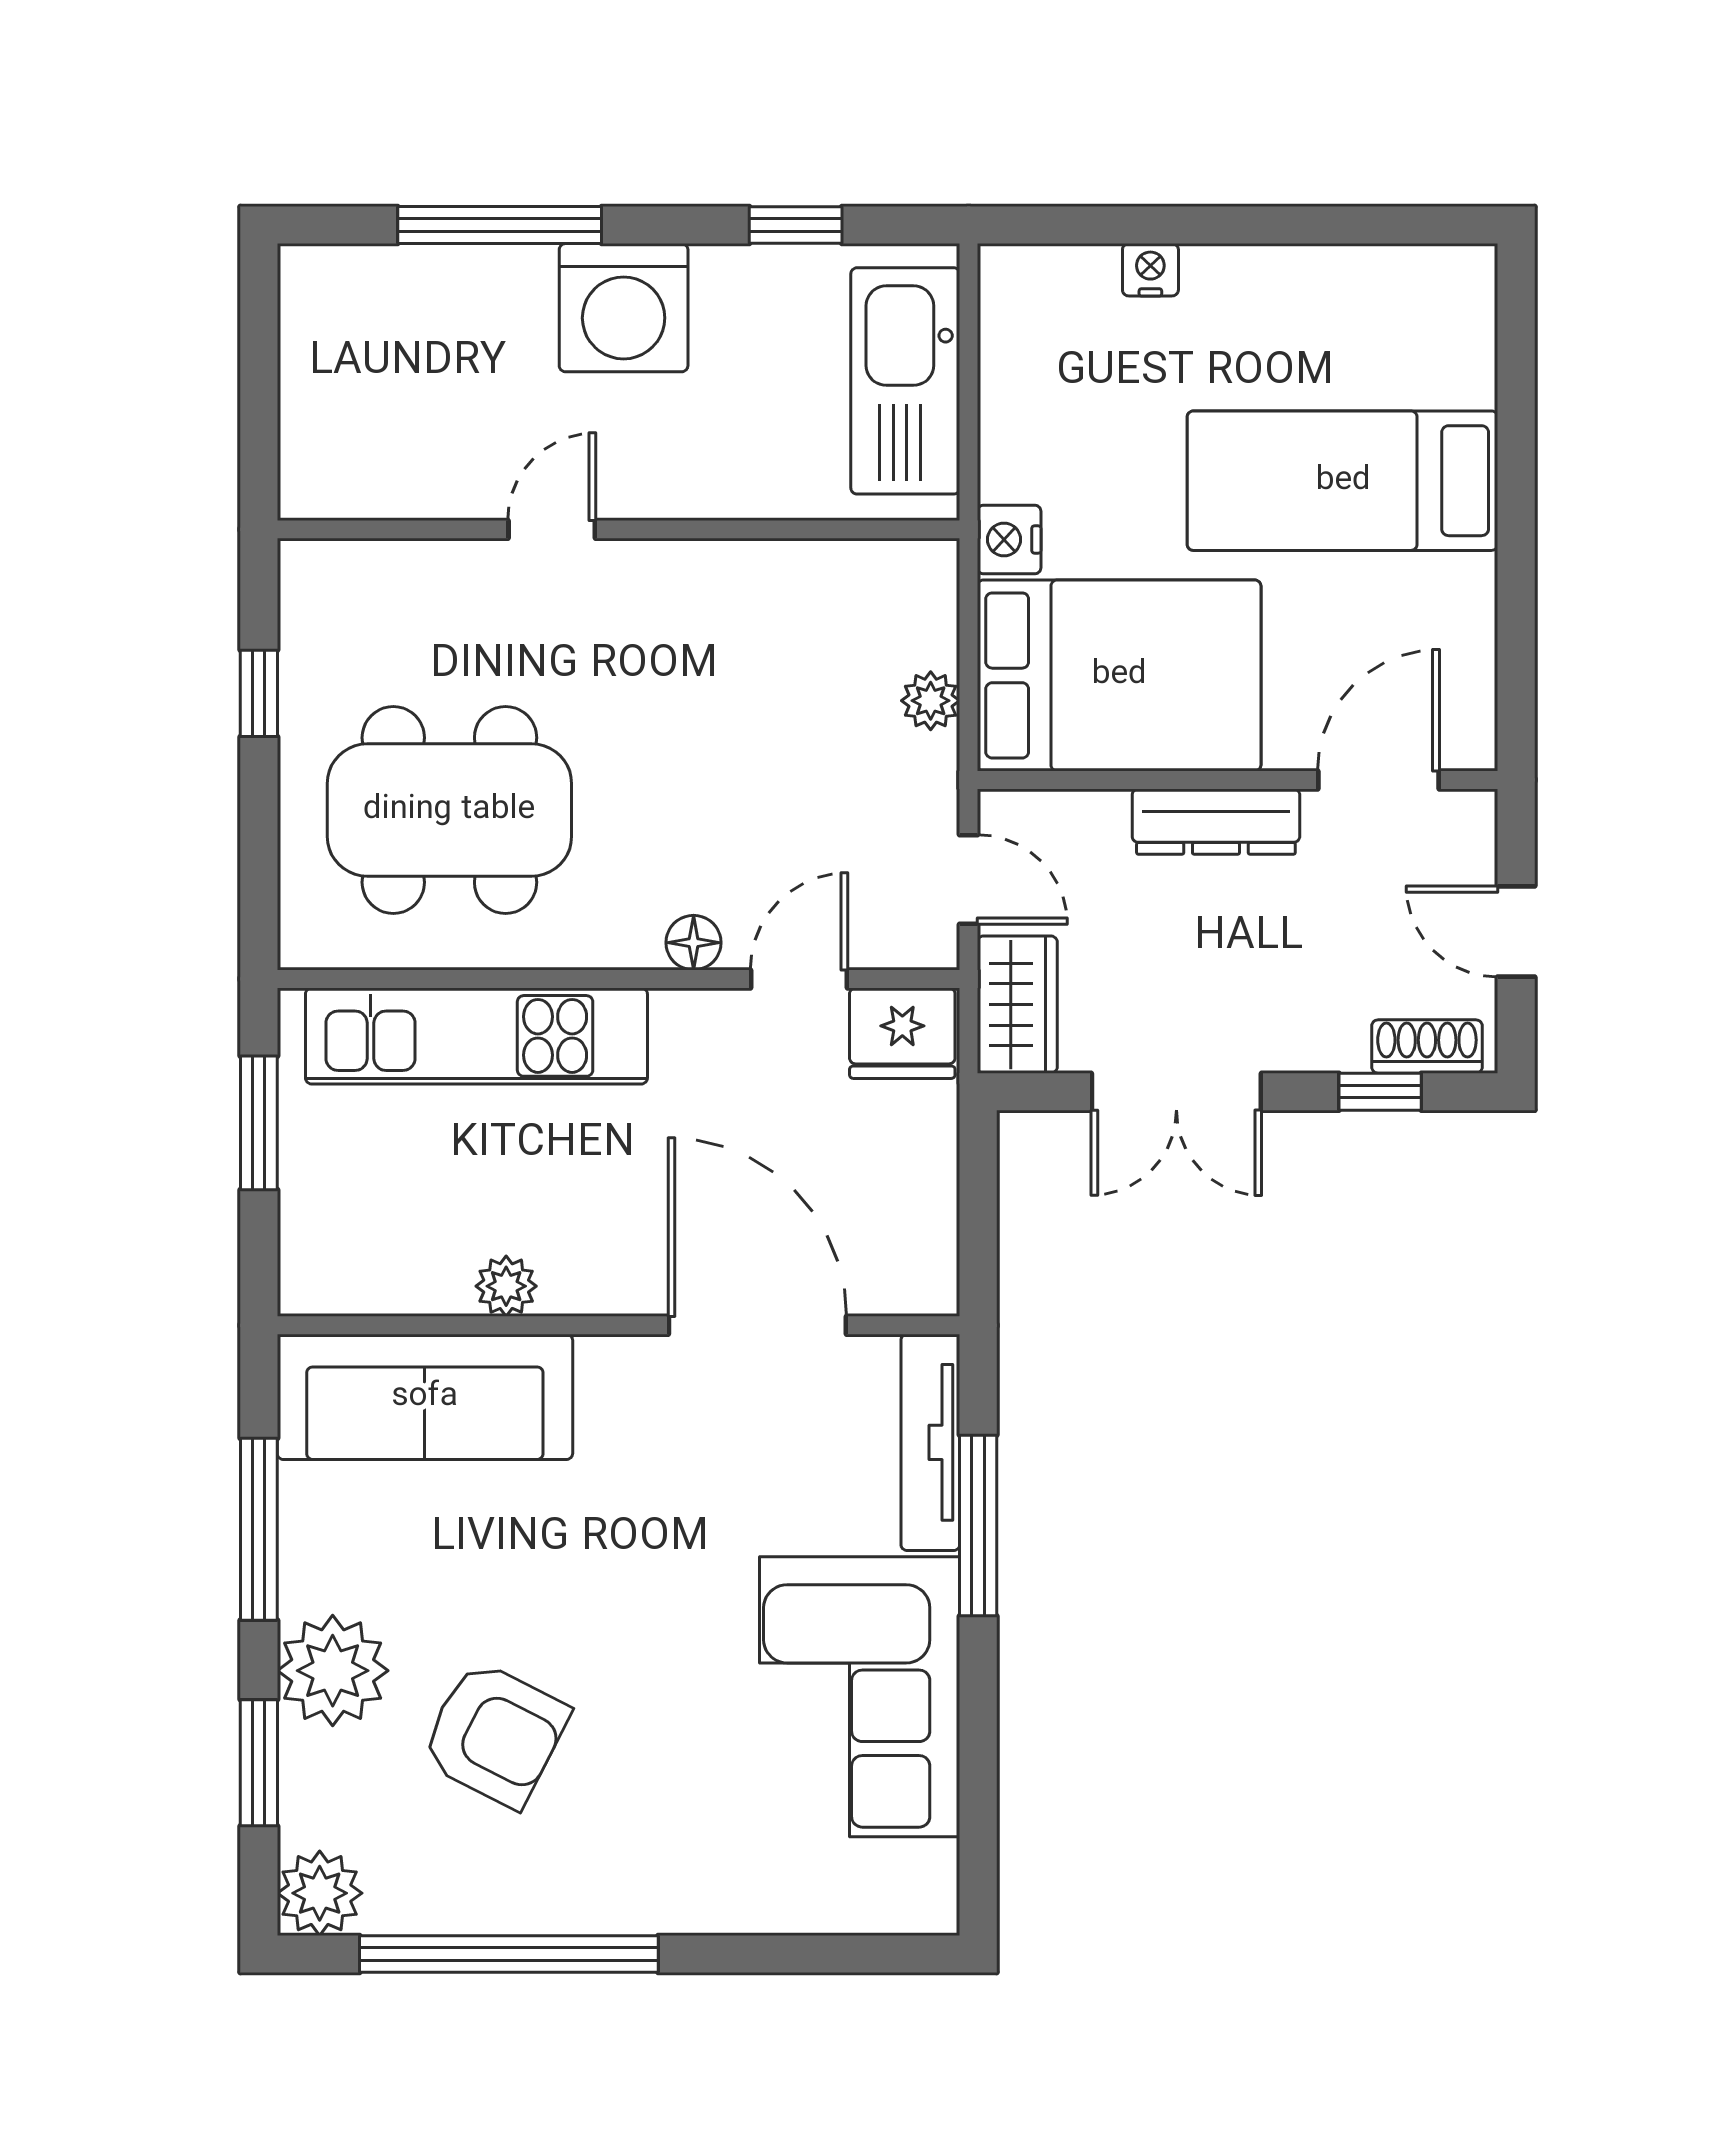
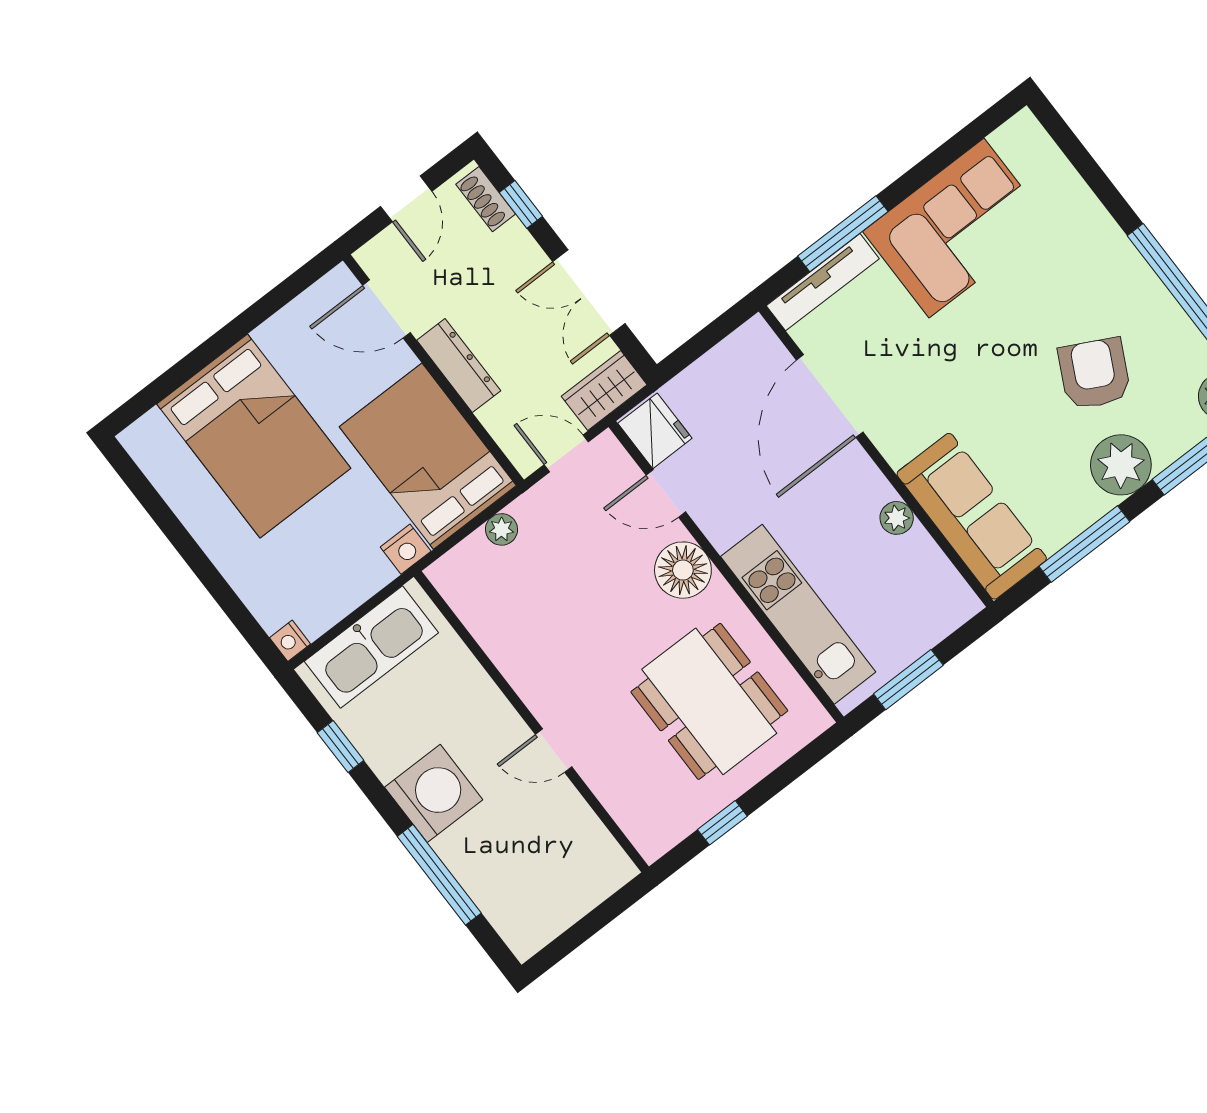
nightstand: (1150, 270) -> (290, 641), moved
bed: (1343, 481) -> (254, 436), width x1.50
door: (969, 880) -> (566, 453), hinge flipped
floor lamp: (694, 943) -> (683, 570), width x1.89, depth x1.89
double door: (1176, 1092) -> (589, 293), swing flipped

